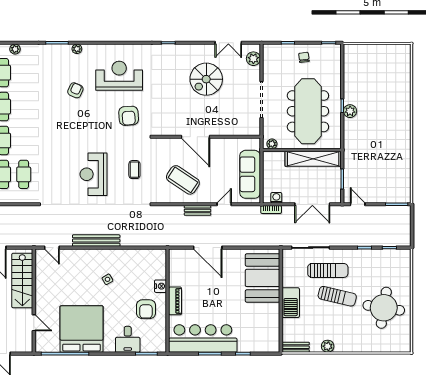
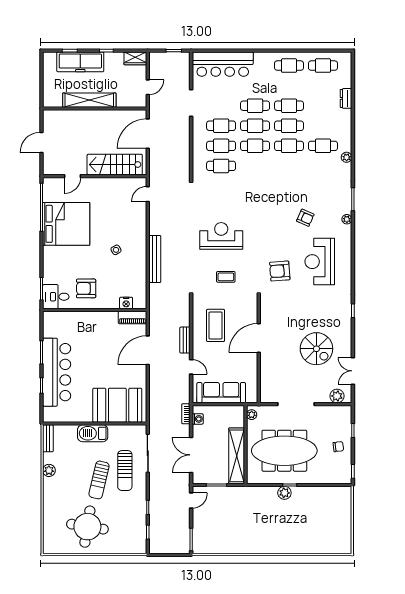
reception desk: (119, 76) -> (320, 262), turned 180
spiral stairs: (206, 79) -> (316, 349), turned 180
coffee table: (183, 180) -> (216, 325), turned -34
bench: (96, 241) -> (155, 259), moved
nightstand: (160, 286) -> (126, 303), moved
piano: (175, 301) -> (132, 318), moved
desk: (128, 339) -> (56, 297), moved
bar counter: (203, 339) -> (57, 372), moved

